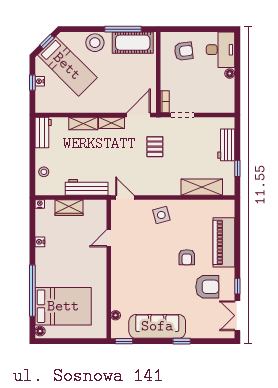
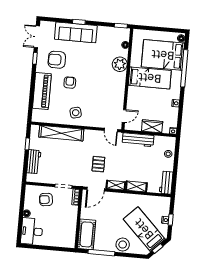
cot: (133, 43) -> (87, 234), moved, turned 90
armchair: (184, 51) -> (46, 200), moved
pallet: (155, 147) -> (98, 164), moved
shelving: (202, 187) -> (61, 133), width x1.47
side table: (161, 215) -> (76, 113), moved
door: (109, 238) -> (124, 116), moved
bed: (78, 273) -> (150, 78), added
plant: (121, 288) -> (120, 64), added
double door: (237, 316) -> (37, 37), swing flipped
sofa: (157, 326) -> (76, 32), moved

